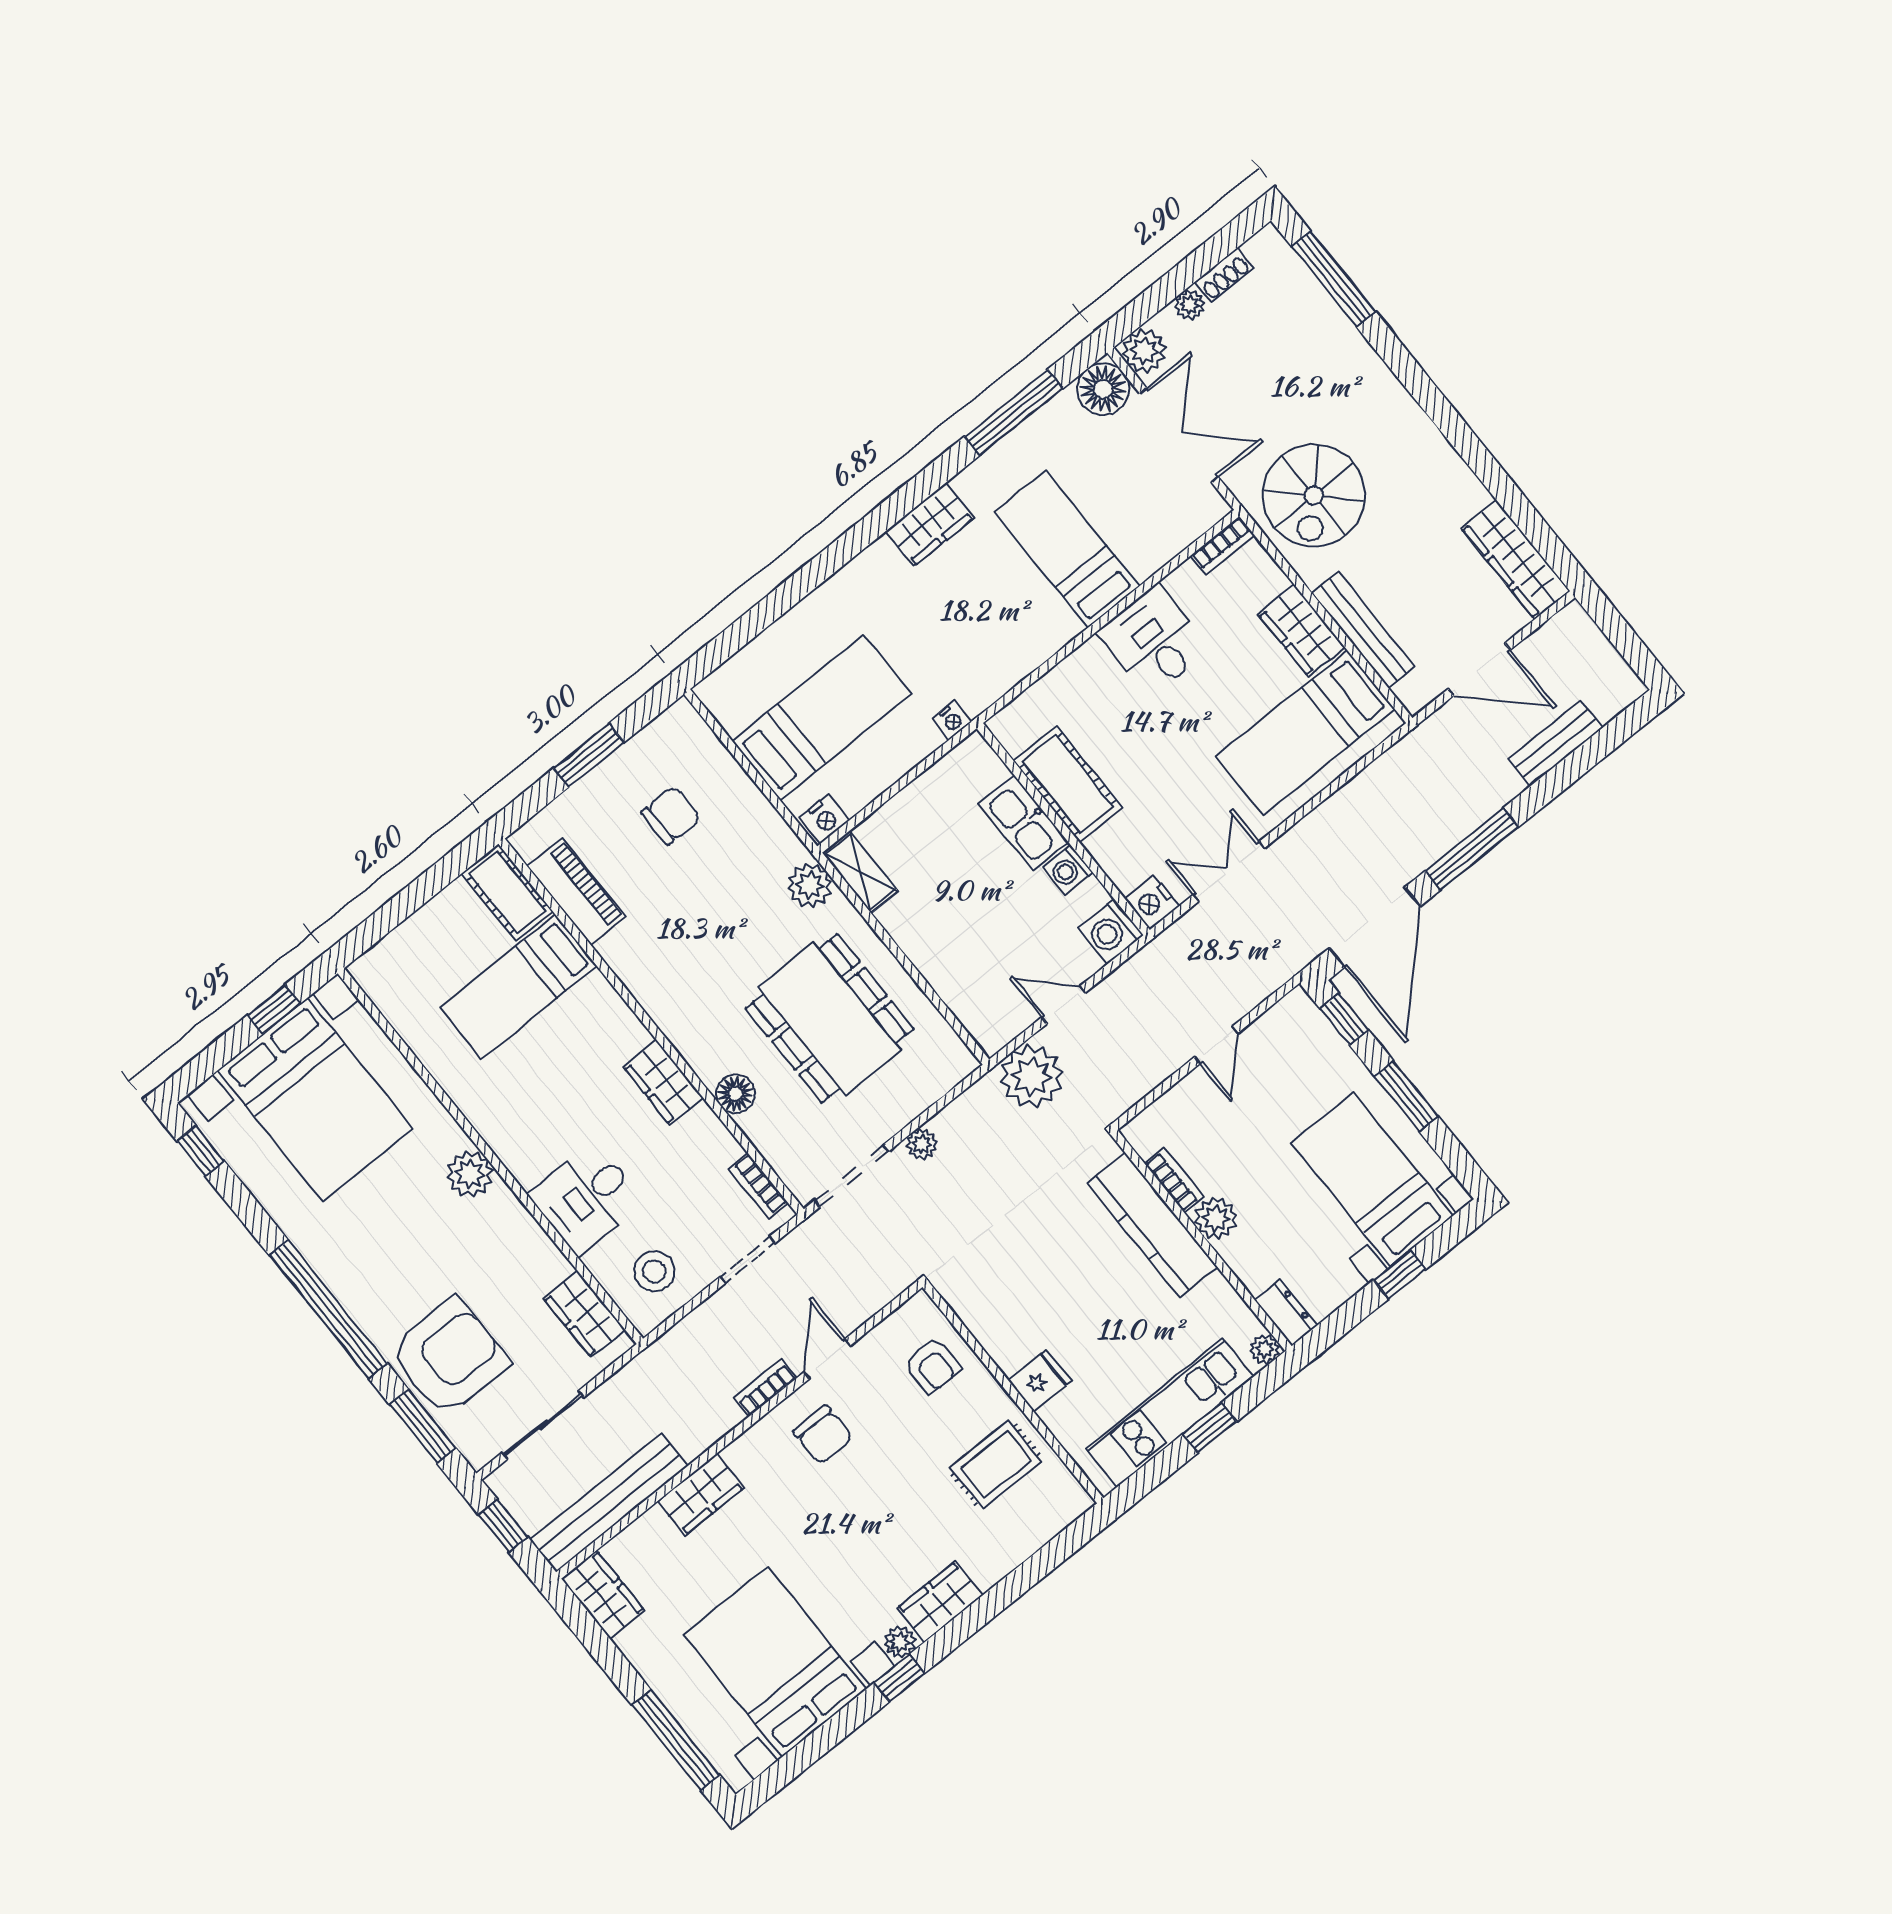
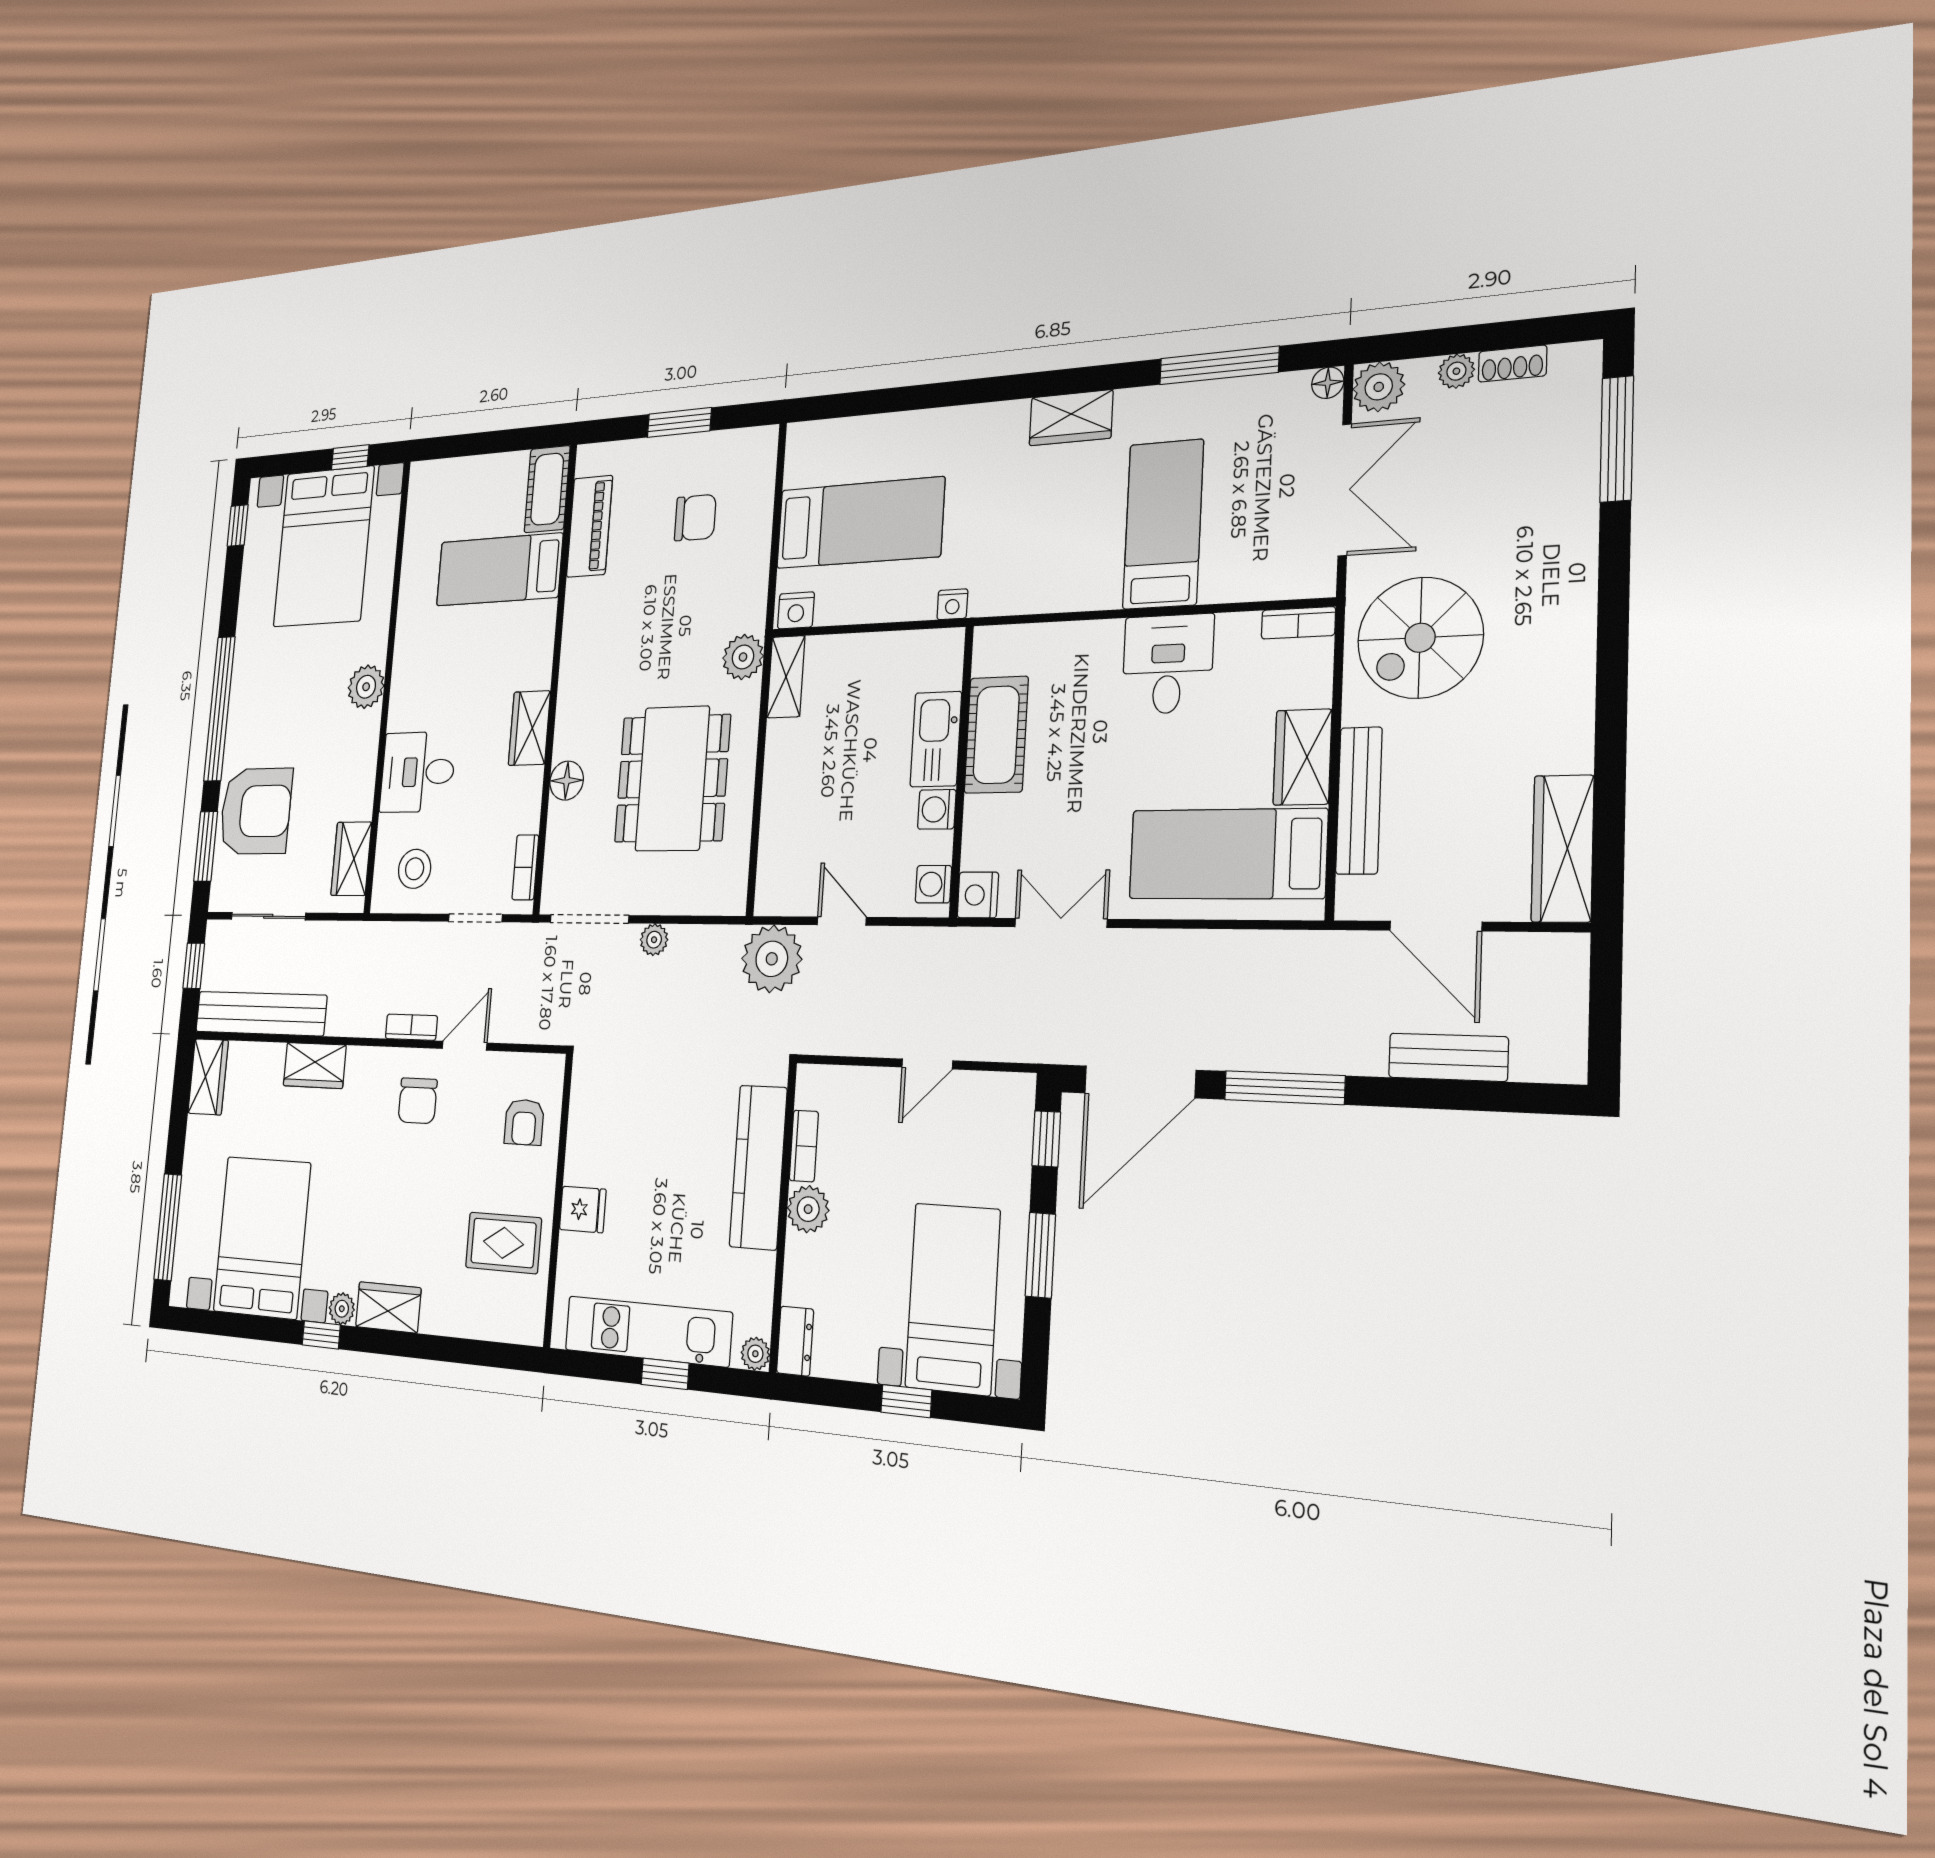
floor lamp: (1103, 389) -> (1328, 383), width x0.53, depth x0.53
washing machine: (1111, 931) -> (933, 884), width x0.73, depth x0.73

